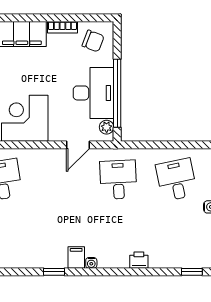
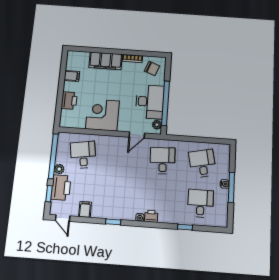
desk: (176, 237) -> (200, 203), added
filing cabinet: (76, 258) -> (85, 209), moved
printer: (139, 260) -> (151, 216), moved
window: (192, 272) -> (185, 227), moved

